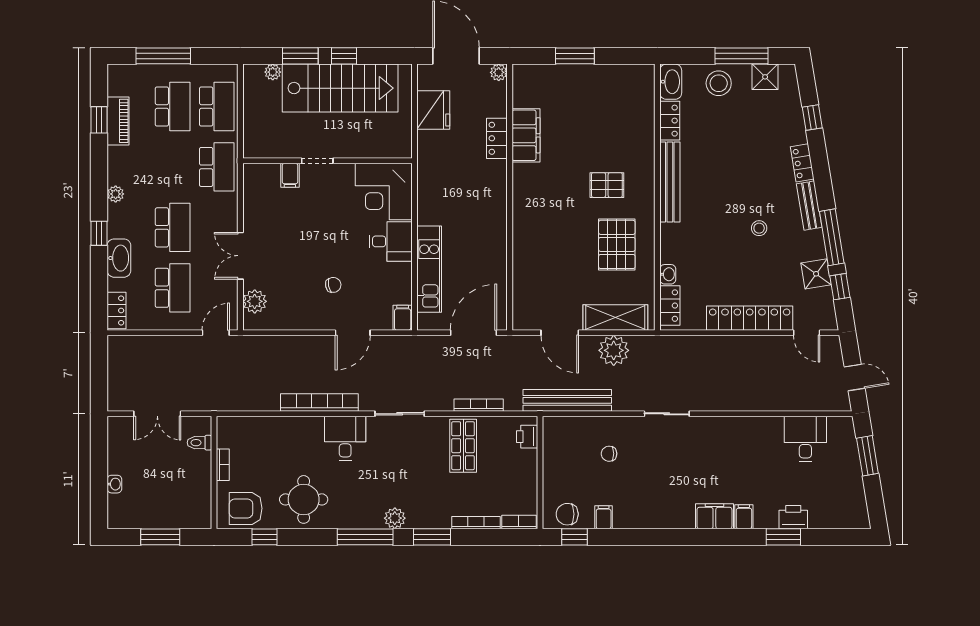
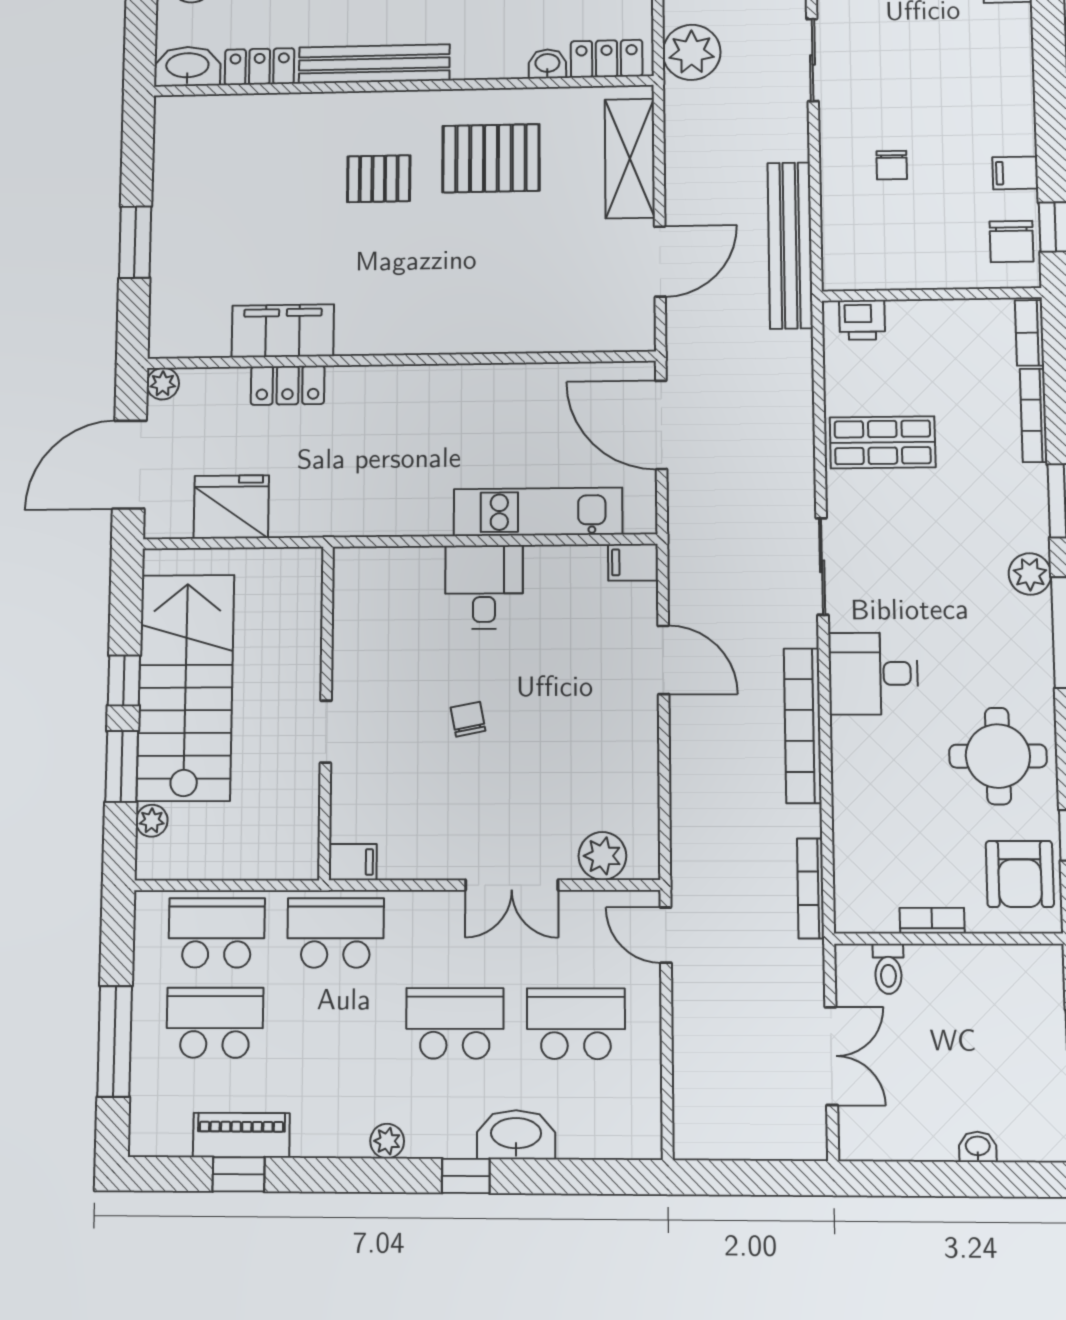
filing cabinet: (290, 175) -> (353, 862), moved
pallet: (607, 185) -> (379, 179), turned 90
corner desk: (384, 192) -> (387, 601), removed
chair: (333, 285) -> (468, 719), moved
locker: (116, 311) -> (622, 1140), removed
plant: (614, 350) -> (692, 52), moved
bookcase: (479, 405) -> (811, 888), moved

